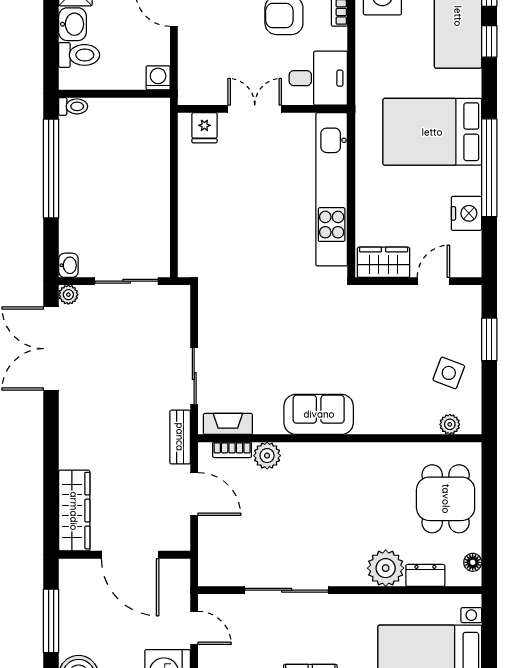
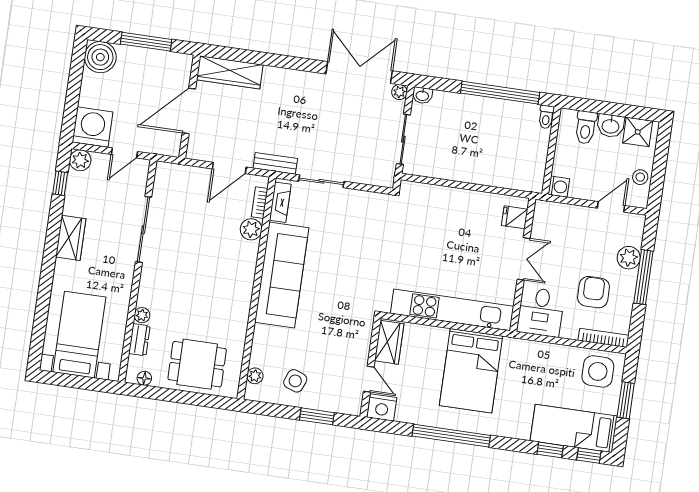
bed: (432, 132) -> (471, 371), moved, turned 180
nightstand: (466, 213) -> (382, 407), moved
sofa: (319, 414) -> (282, 275), width x1.85, depth x1.27
plant: (386, 568) -> (142, 315), width x0.53, depth x0.53

